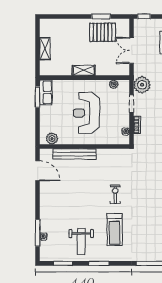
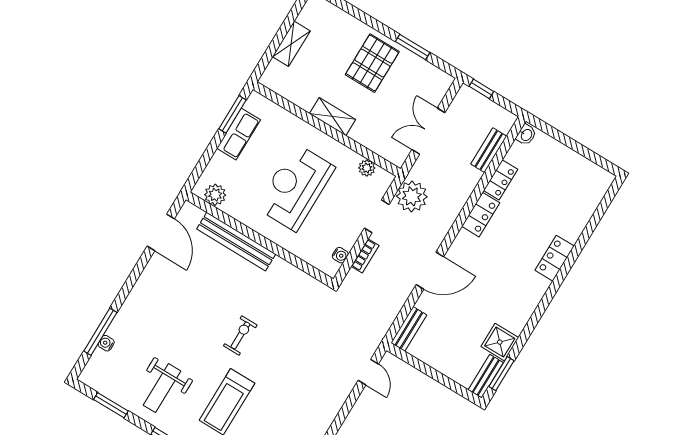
pallet: (103, 32) -> (372, 63), moved, turned 90
row of seats: (46, 92) -> (239, 134), moved
exercise bike: (115, 194) -> (240, 335), moved

